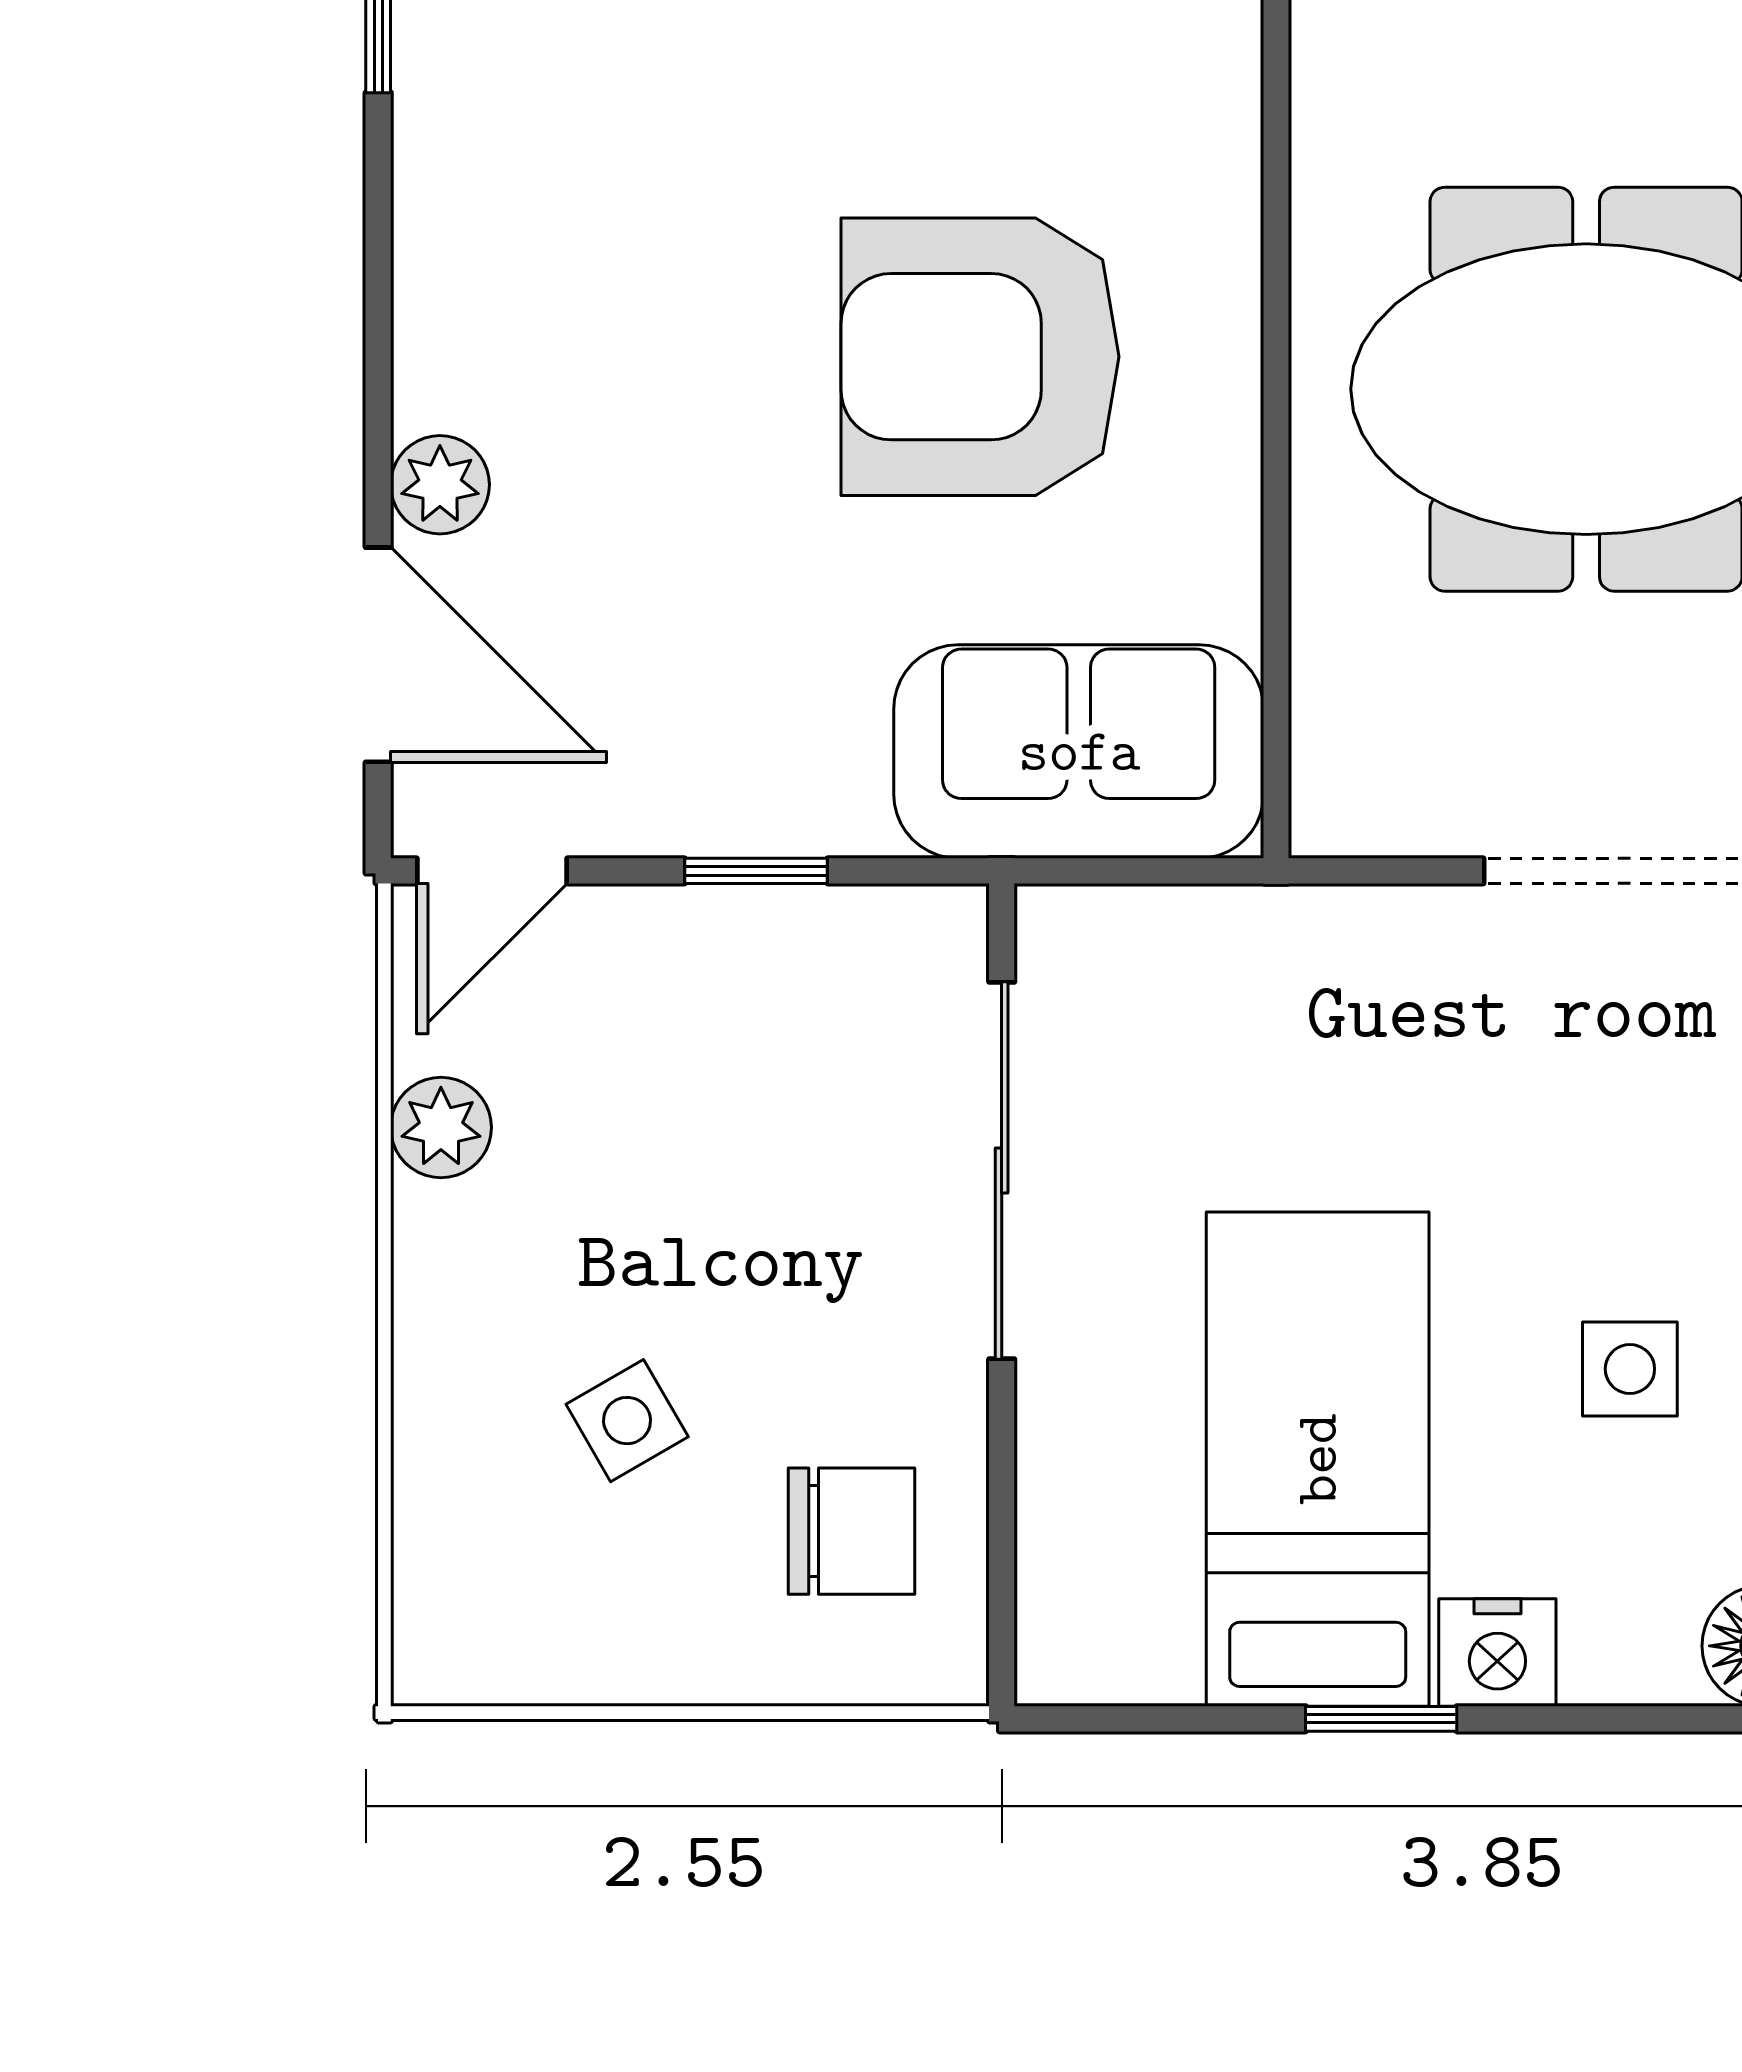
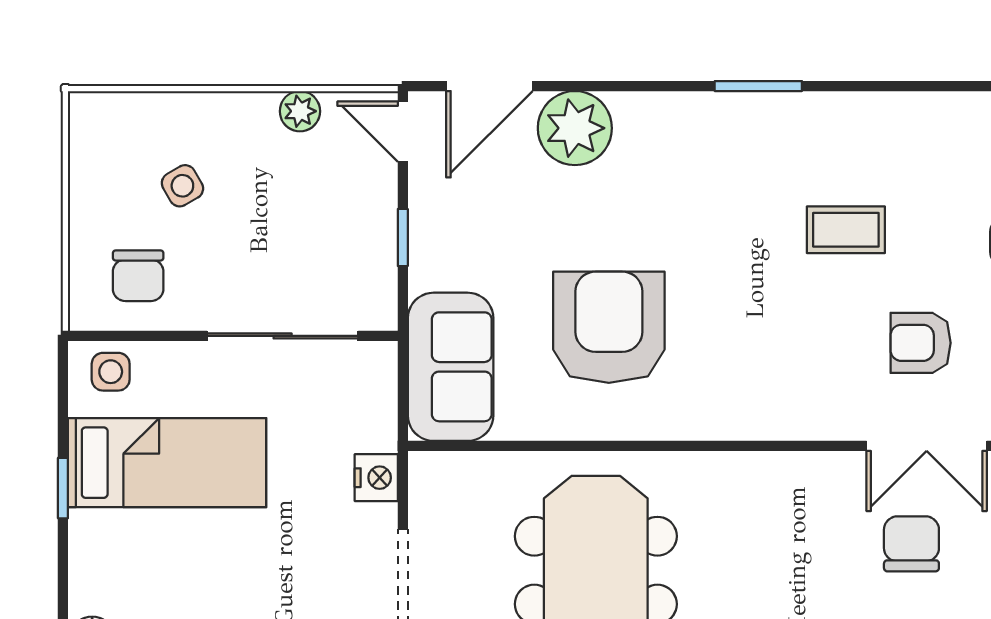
plant: (440, 485) -> (575, 128), width x1.88, depth x1.88
side table: (1630, 1369) -> (111, 372), moved
nightstand: (1497, 1653) -> (376, 478), moved, turned 180

